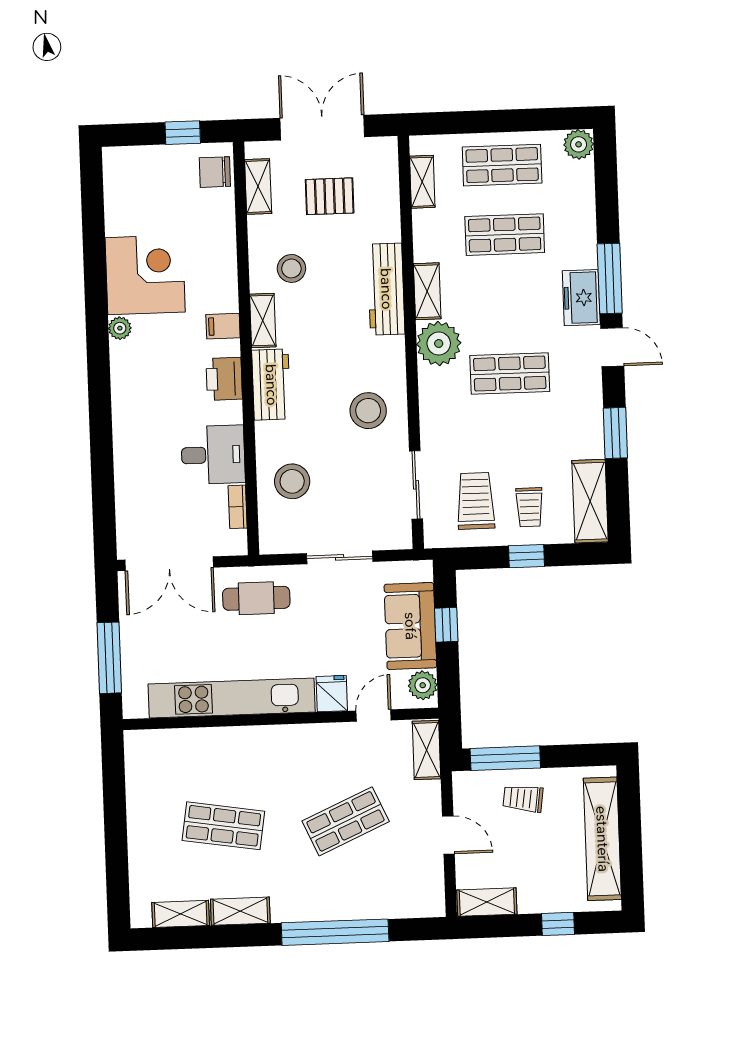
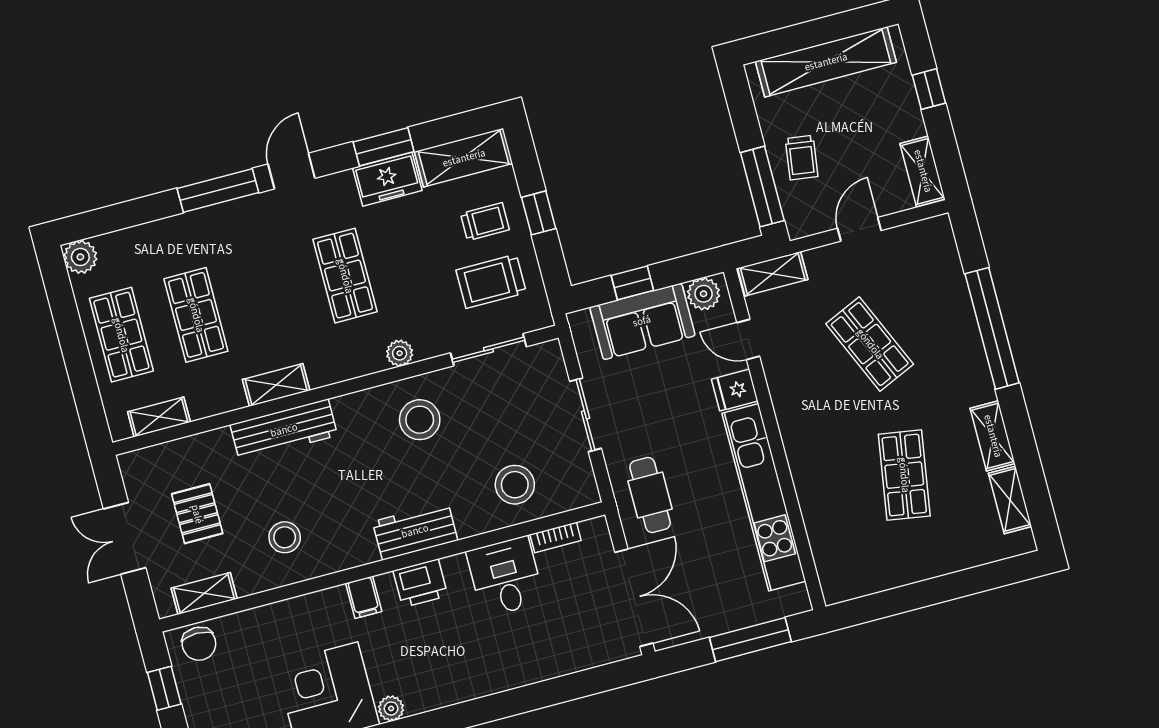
double door: (322, 128) -> (125, 538), width x0.73
freezer: (581, 298) -> (387, 179), moved
shelving: (263, 320) -> (348, 556), removed
plant: (439, 344) -> (400, 353), moved, width x0.53, depth x0.53

